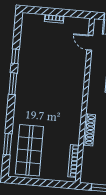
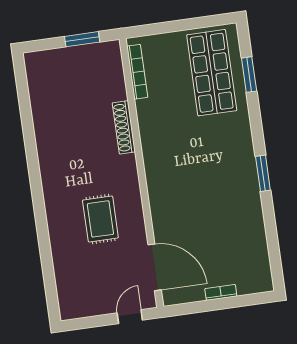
door: (90, 43) -> (155, 267), width x1.87
window: (15, 56) -> (269, 218), removed

